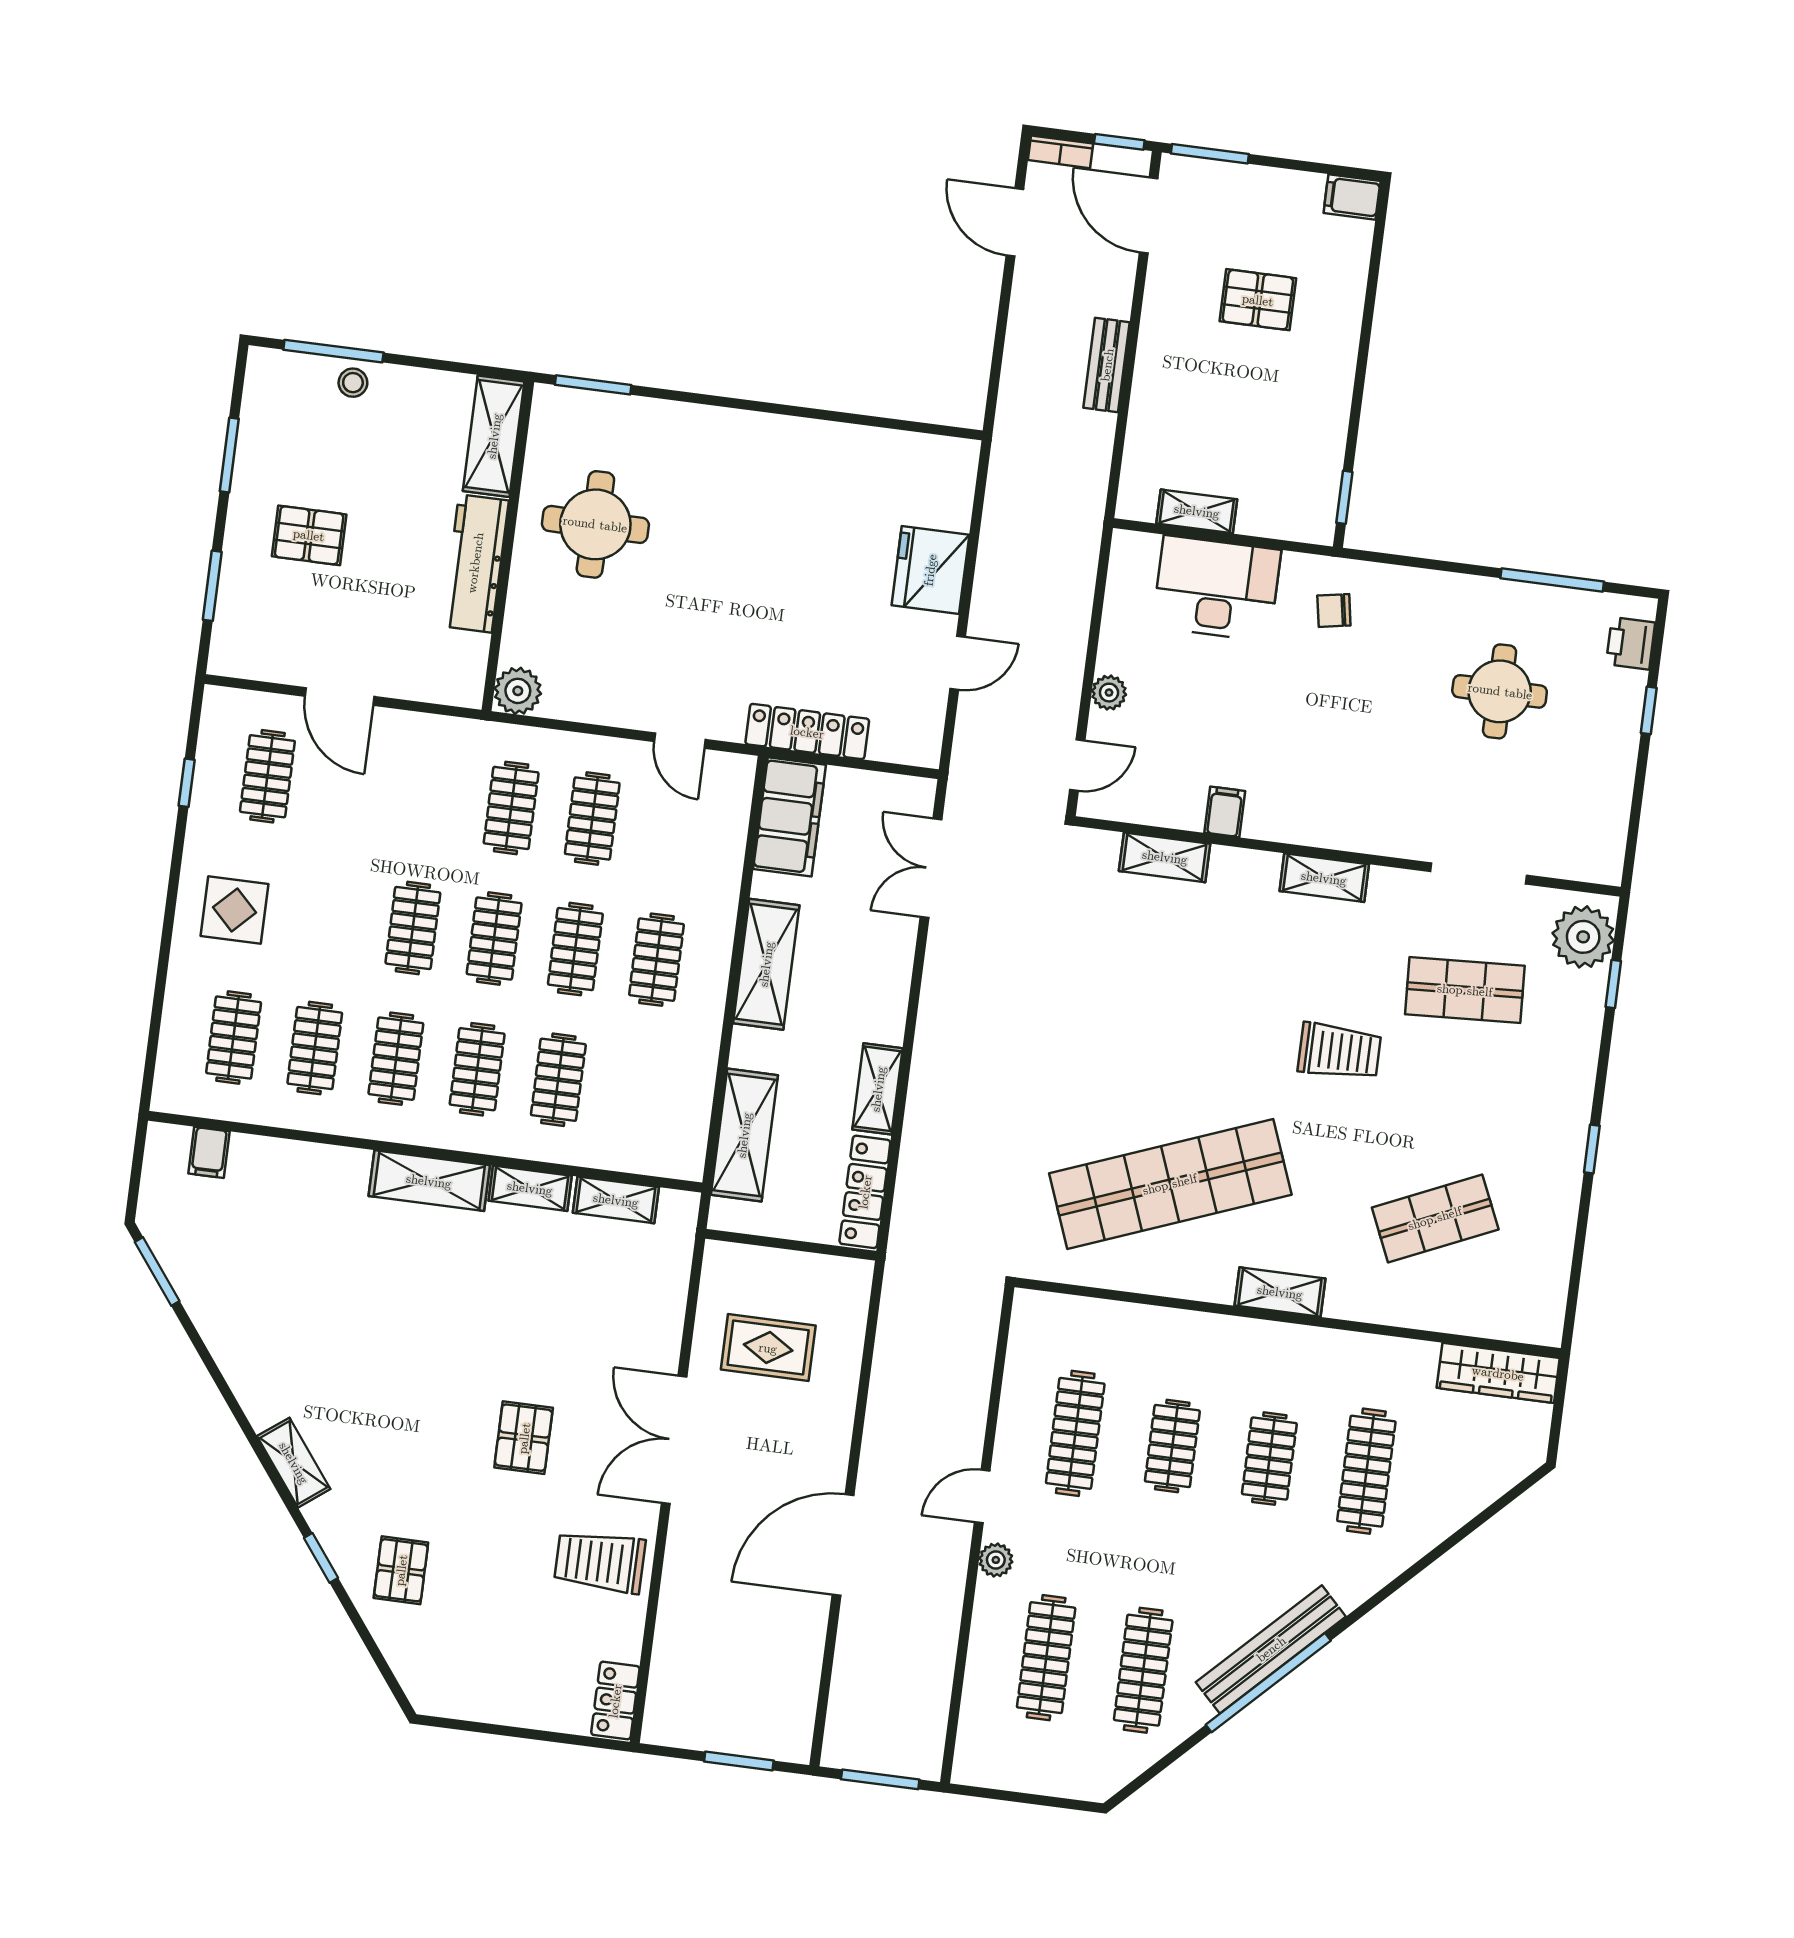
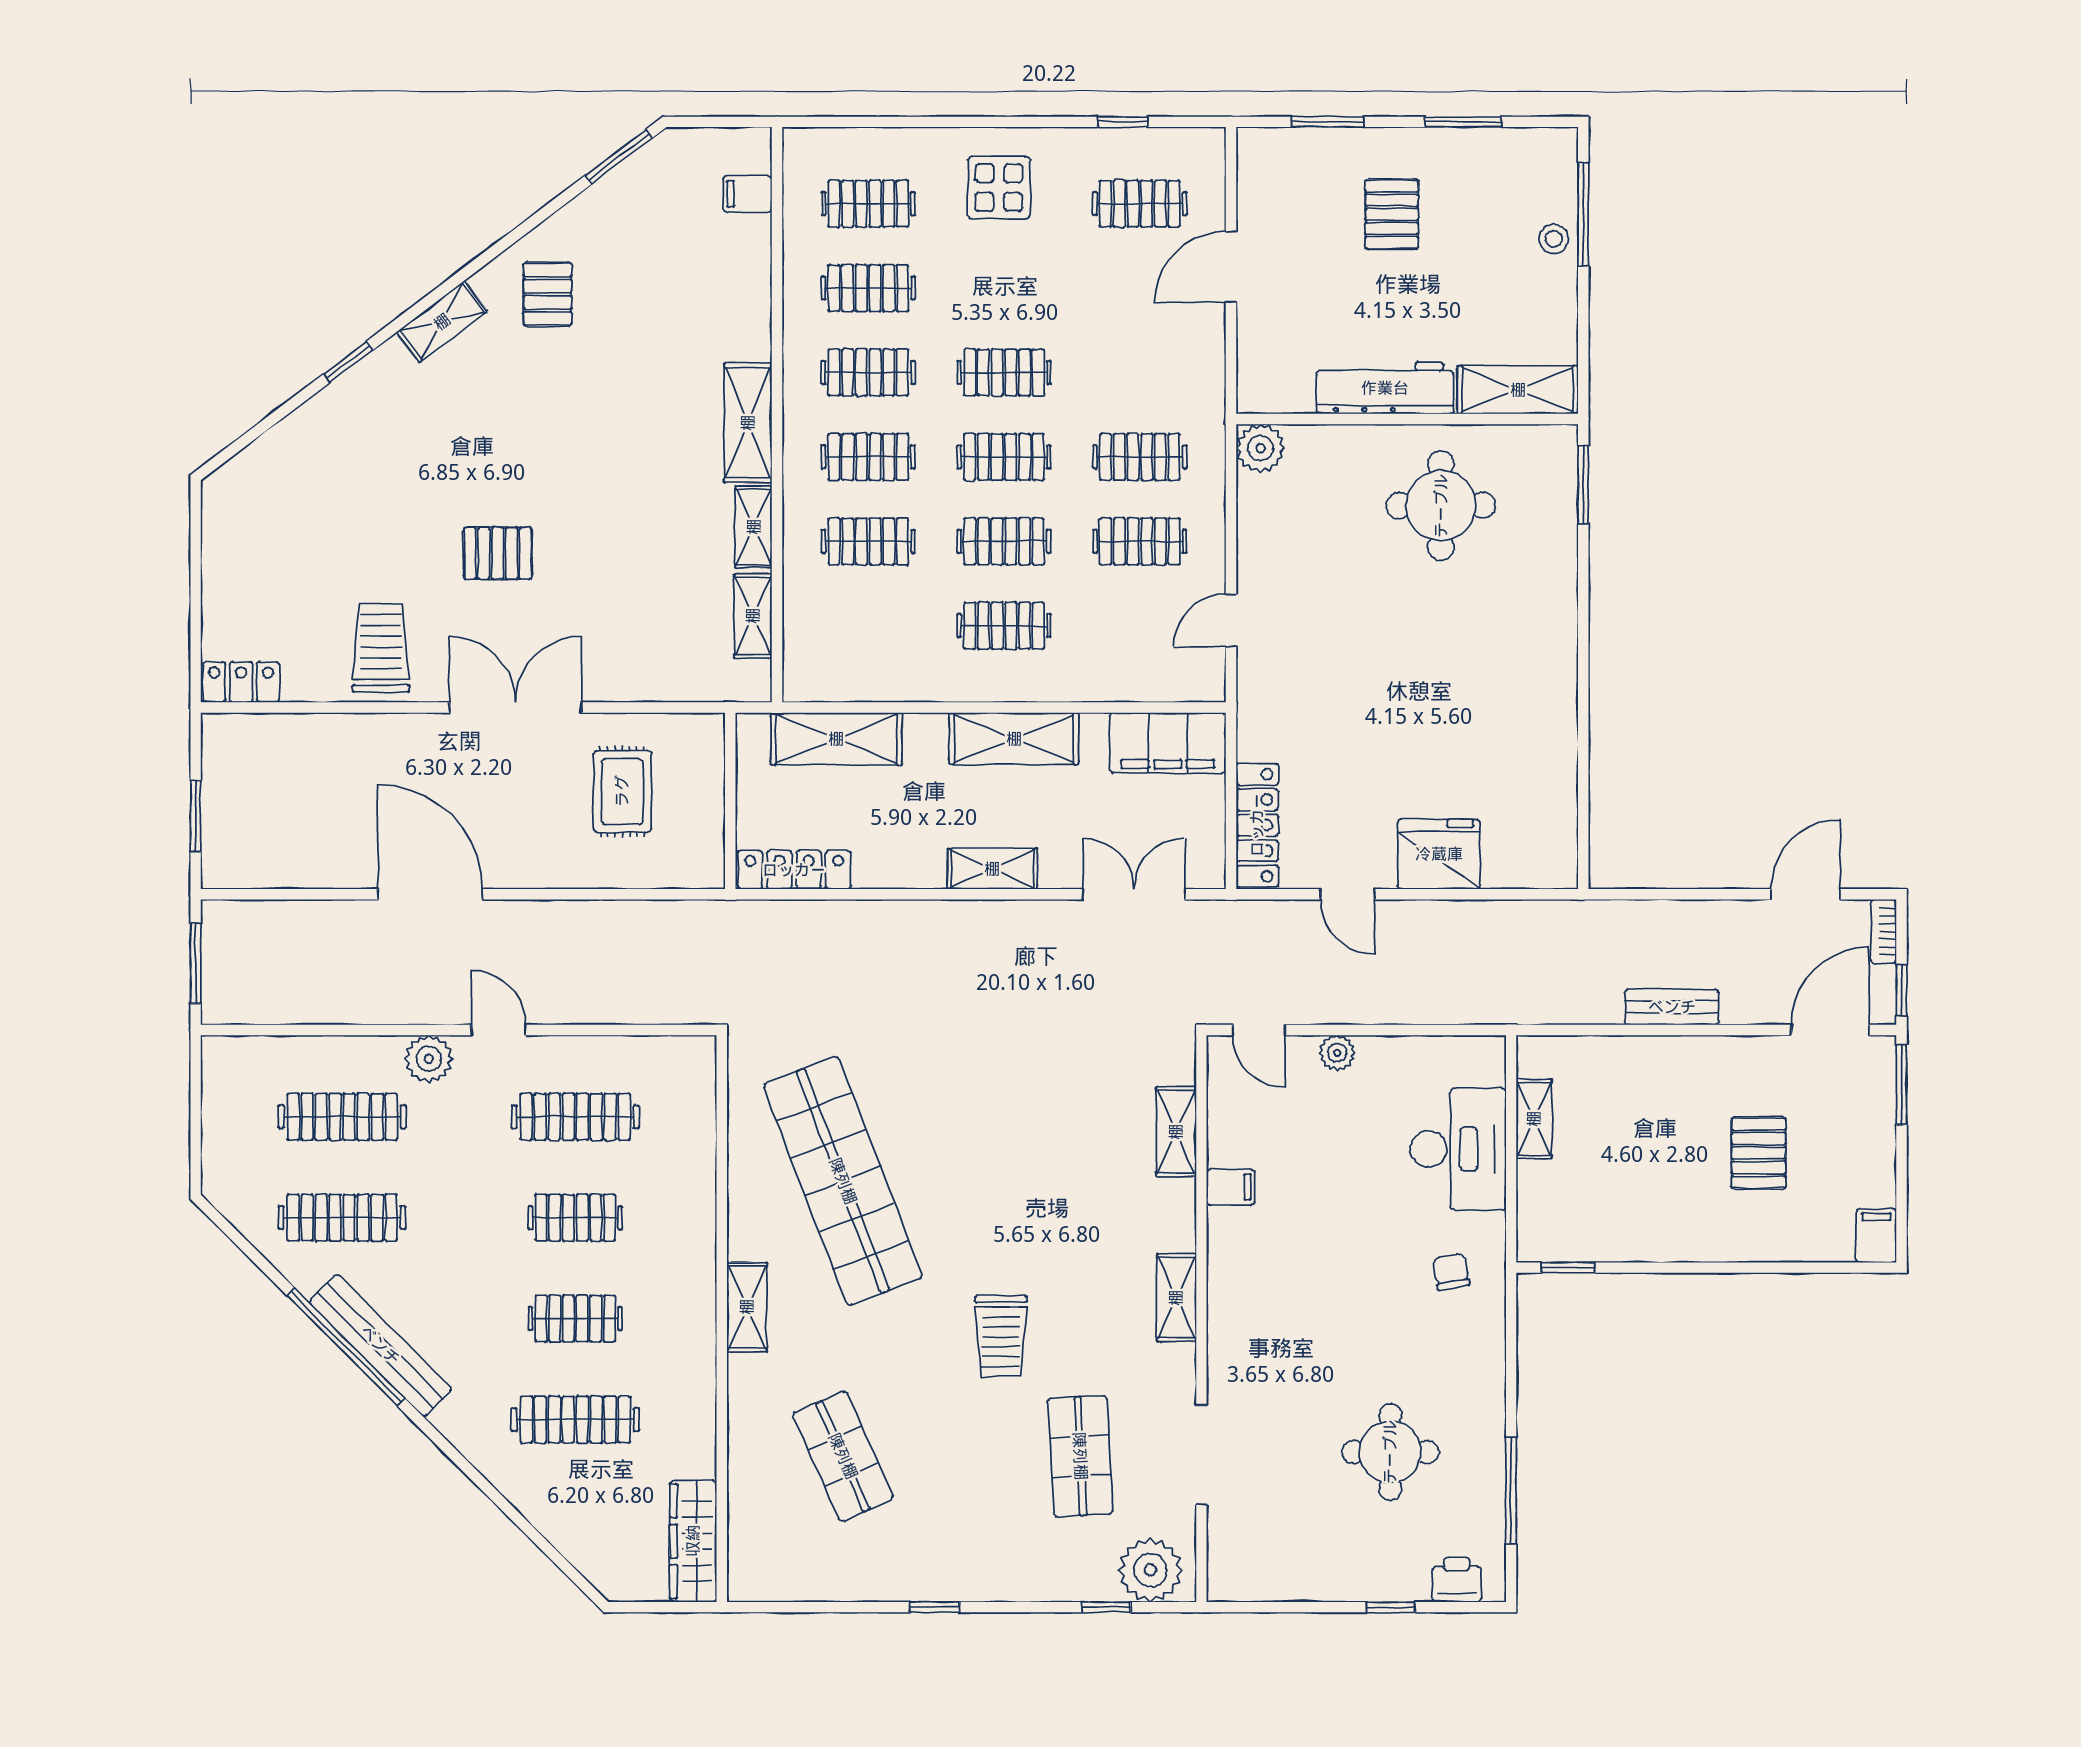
locker: (807, 732) -> (1257, 825), moved
shelving: (878, 1089) -> (992, 869), moved
plant: (996, 1560) -> (429, 1059), width x1.38, depth x1.38
pallet: (401, 1570) -> (548, 294), moved, turned 90

